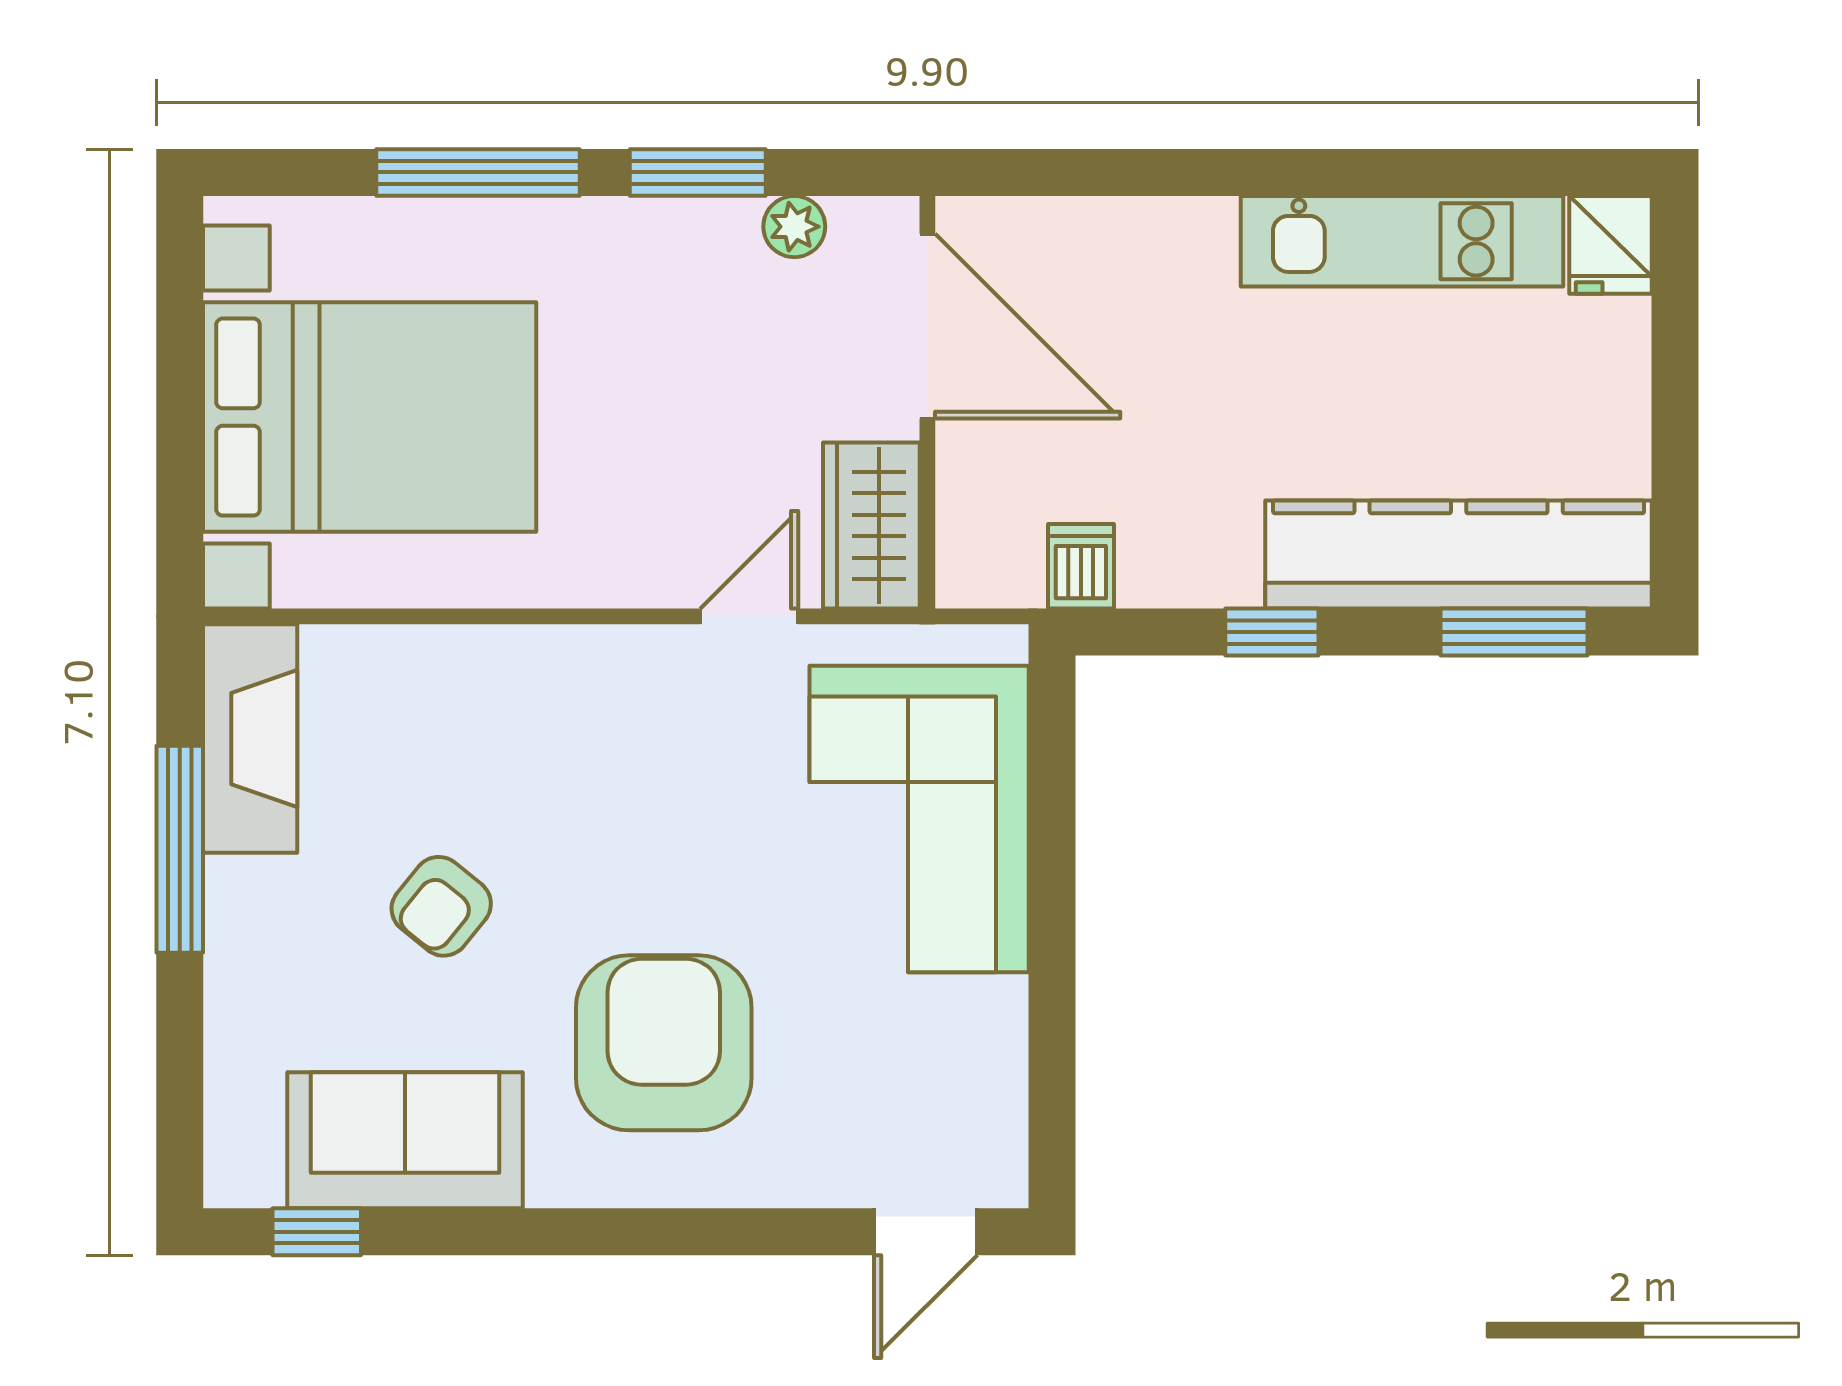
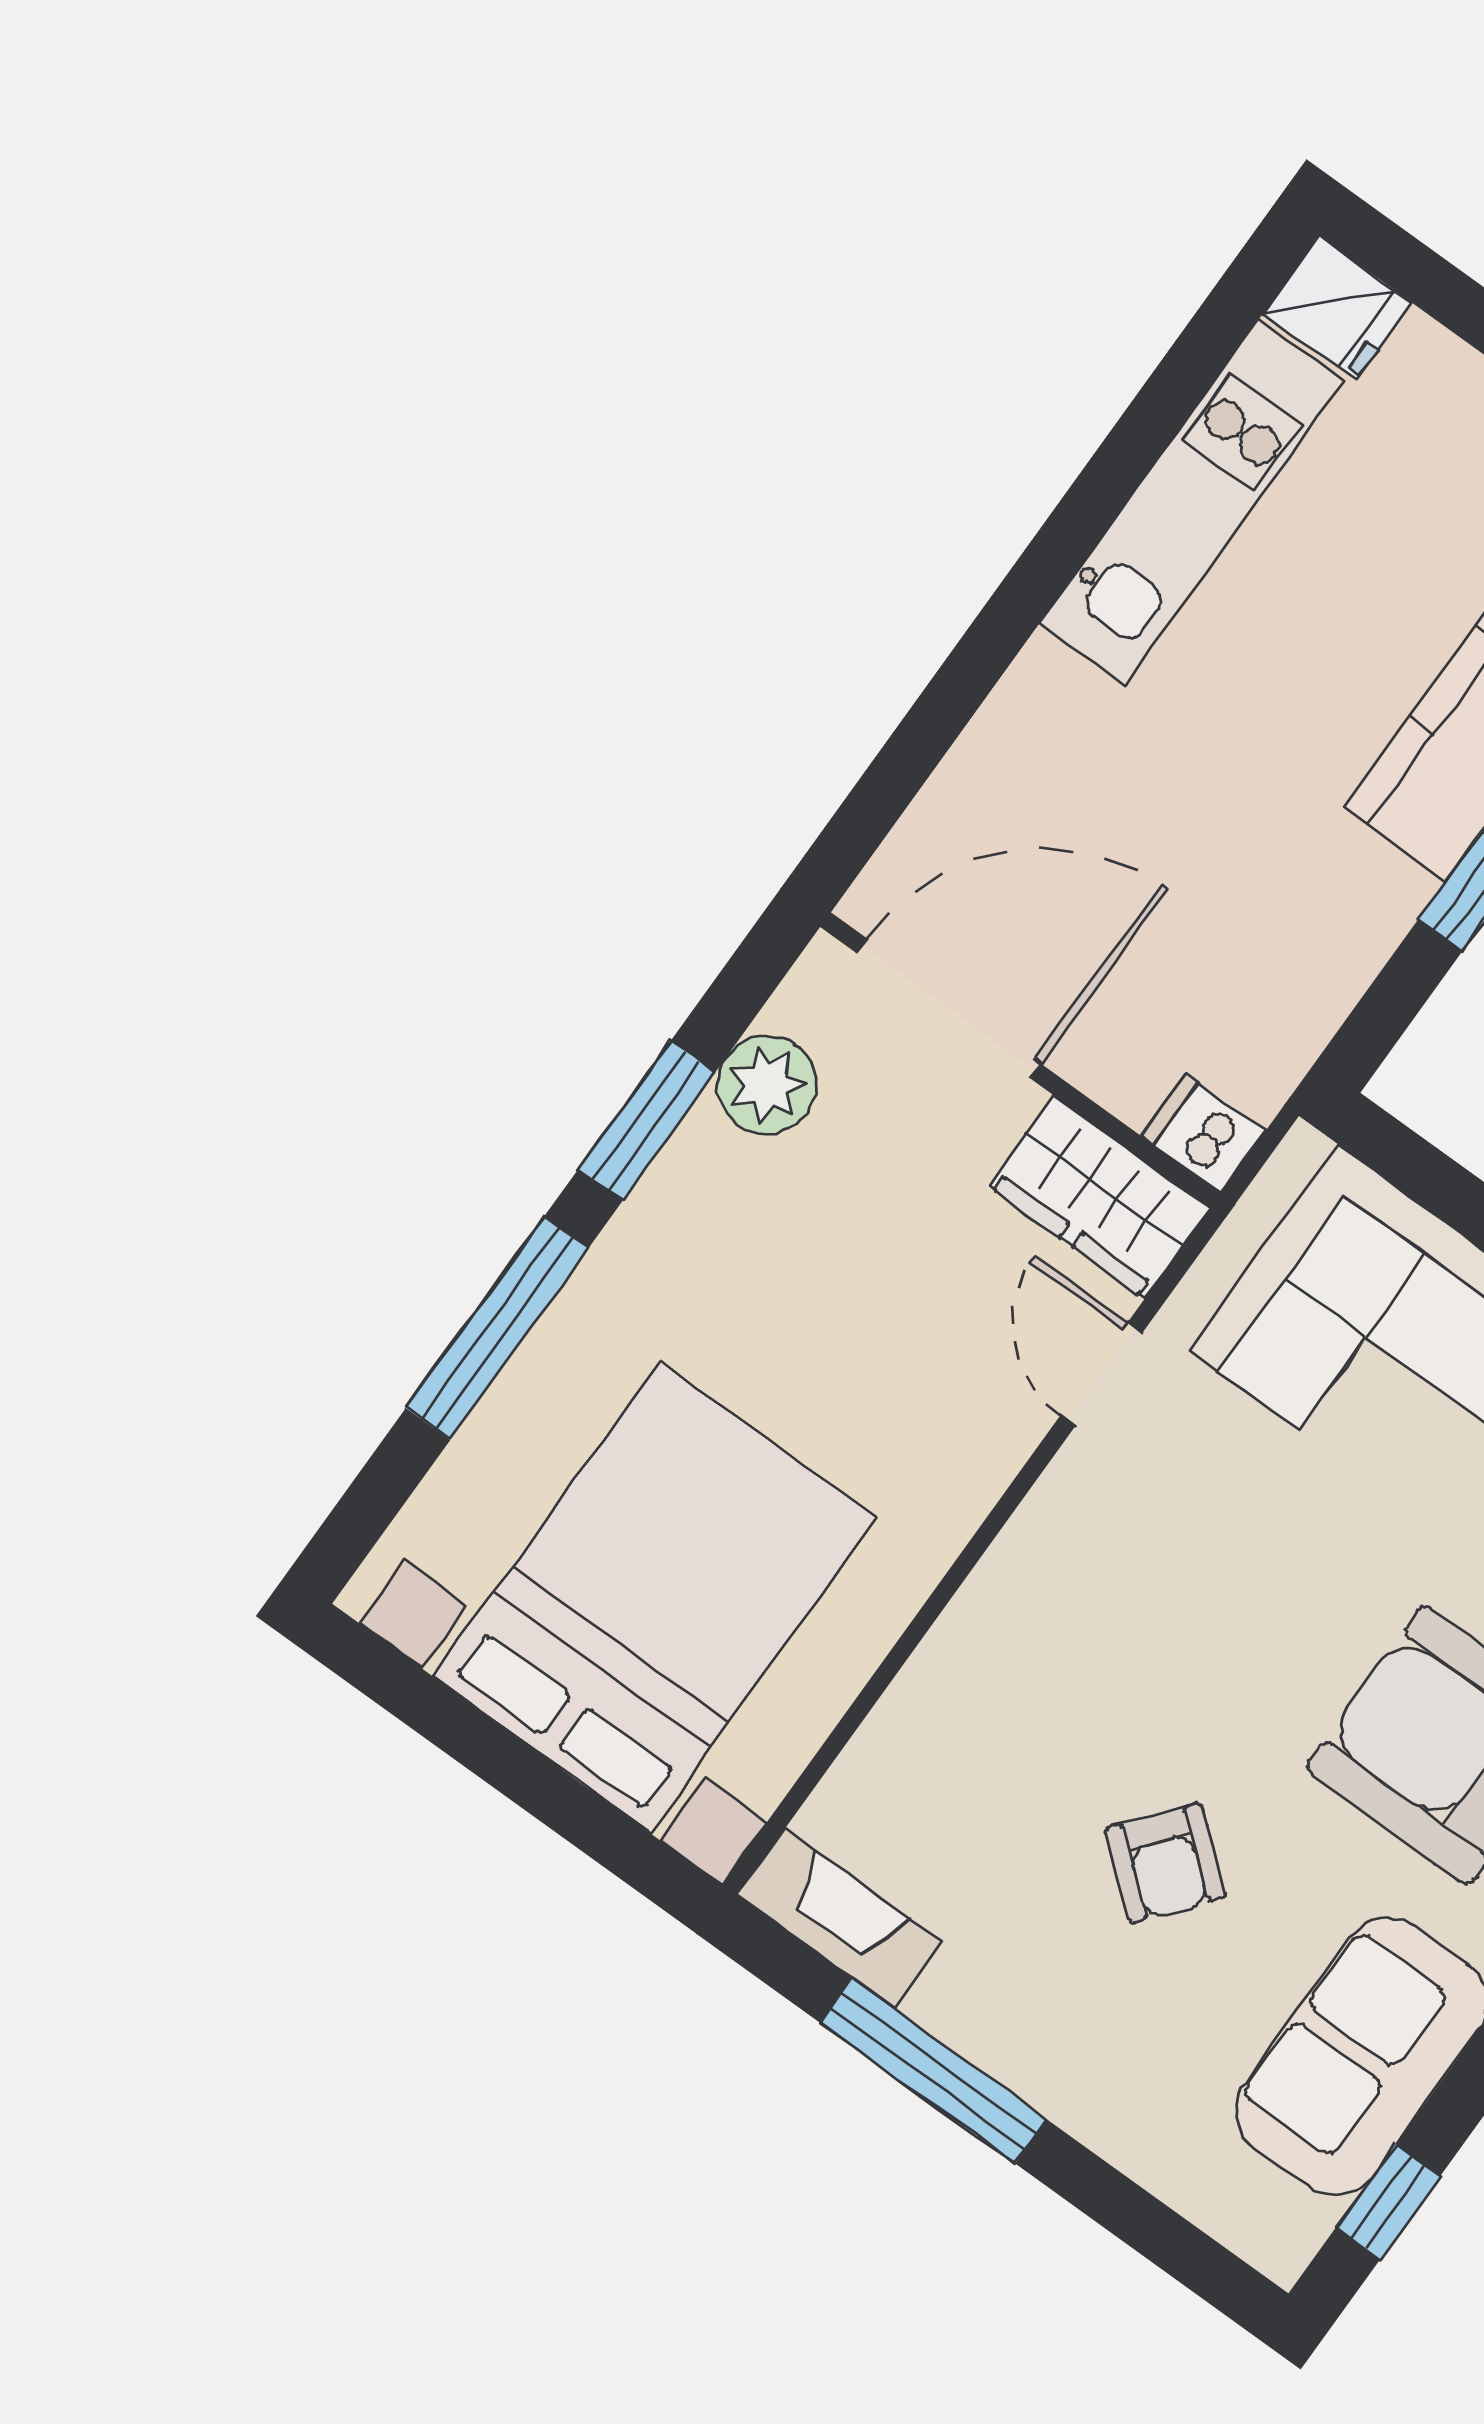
plant: (794, 227) -> (767, 1085), width x1.38, depth x1.38
dishwasher: (1081, 566) -> (1203, 1133), moved
fireplace: (250, 739) -> (840, 1919), width x0.73, depth x0.76

